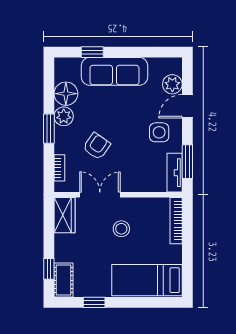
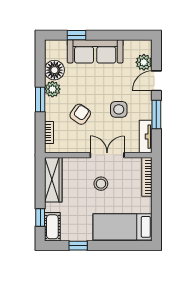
side table: (159, 132) -> (119, 109), moved
window: (187, 162) -> (156, 114), moved
double door: (100, 195) -> (107, 155), moved
wardrobe: (64, 215) -> (53, 180), width x1.50

